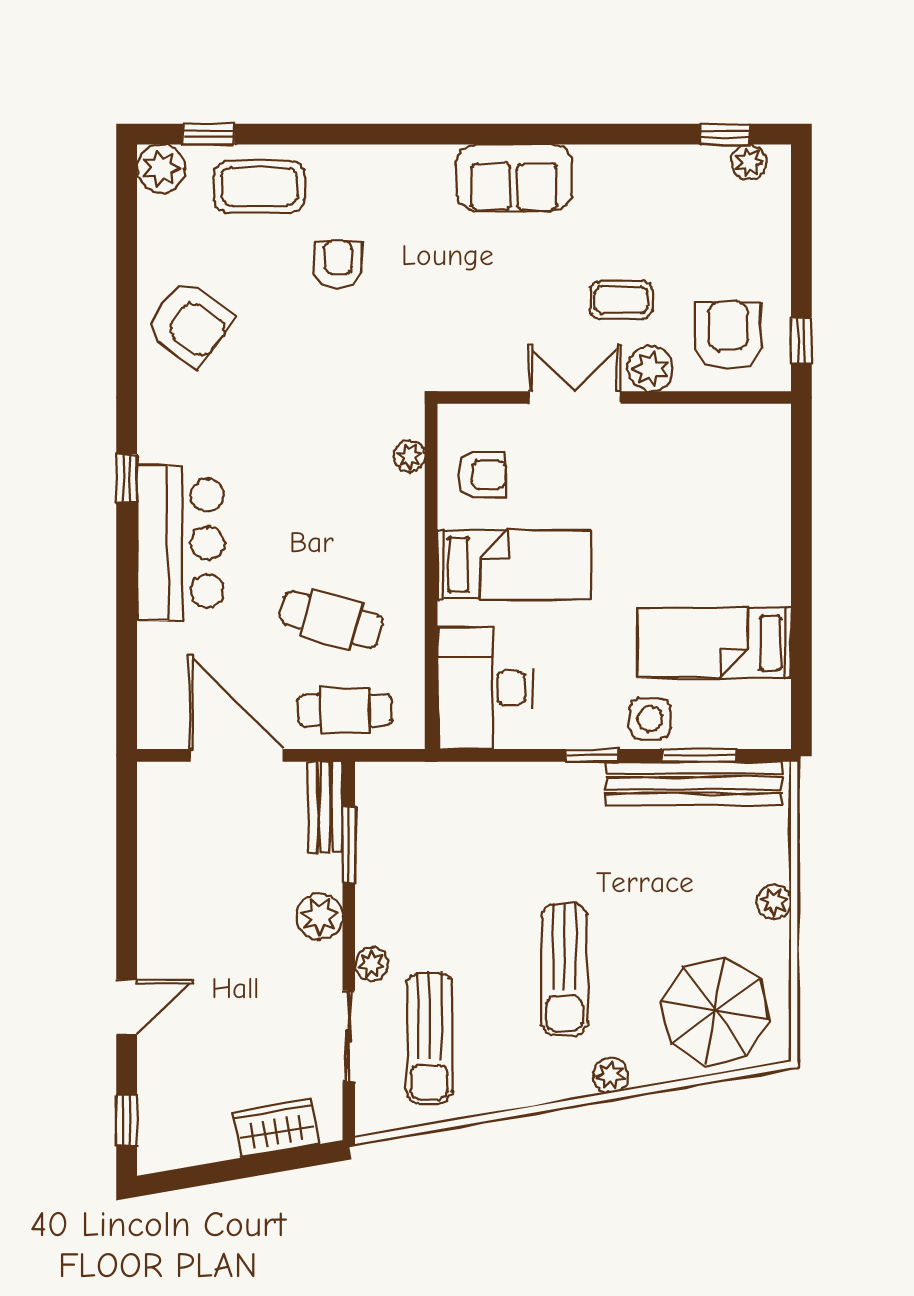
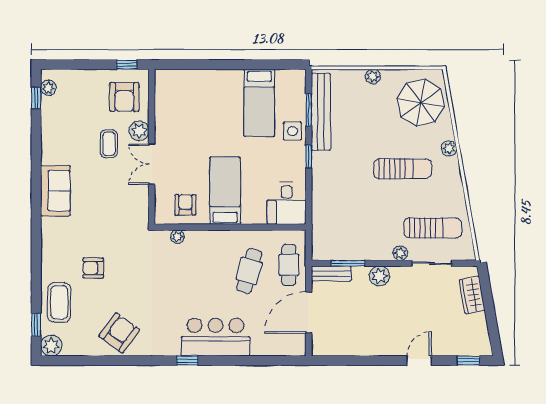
armchair: (728, 335) -> (124, 97), turned -90
desk: (485, 688) -> (286, 203), width x0.73
door: (127, 1007) -> (419, 361), hinge flipped

